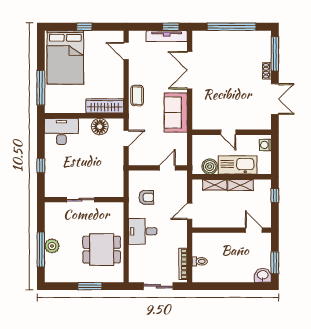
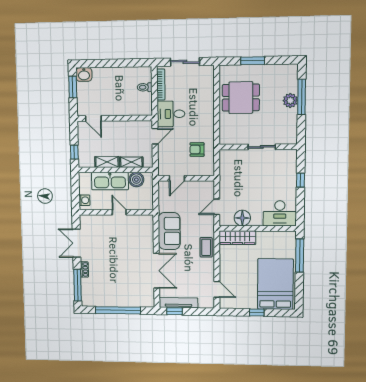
desk: (143, 231) -> (171, 114), moved, turned 180

